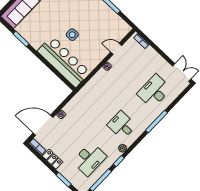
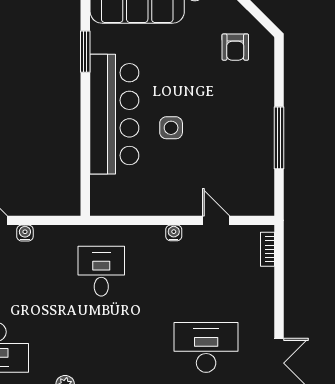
bar counter: (64, 62) -> (114, 114), moved
desk: (122, 125) -> (101, 271), moved

